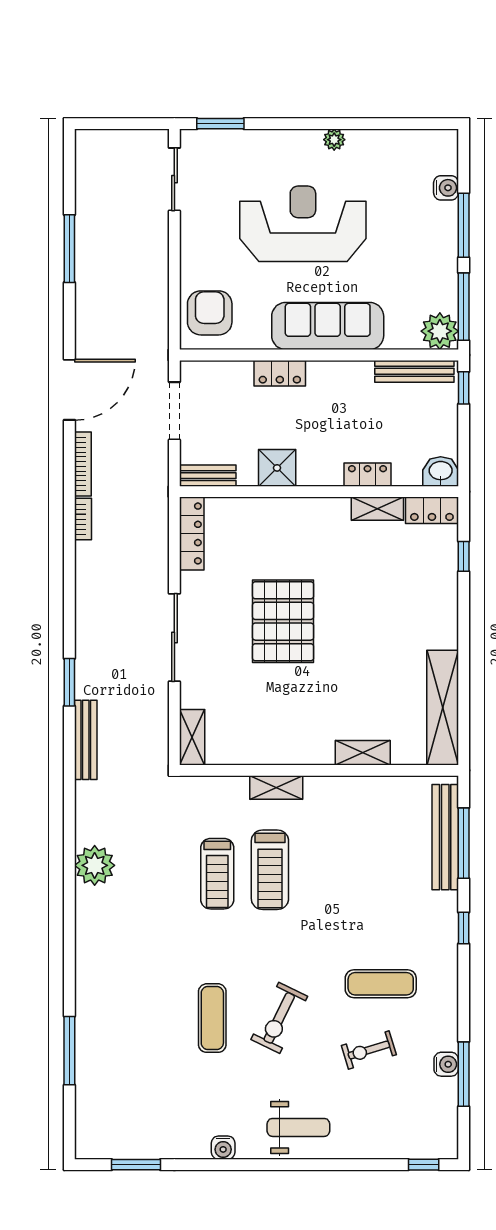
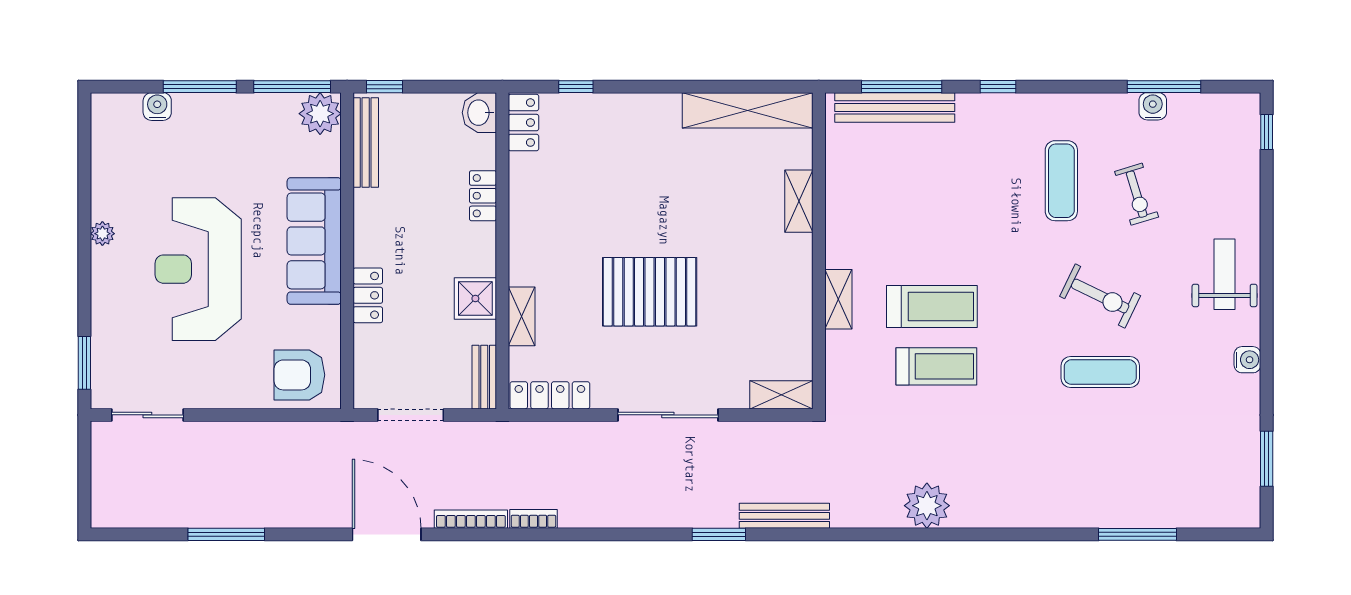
shelving: (377, 509) -> (522, 316), moved

